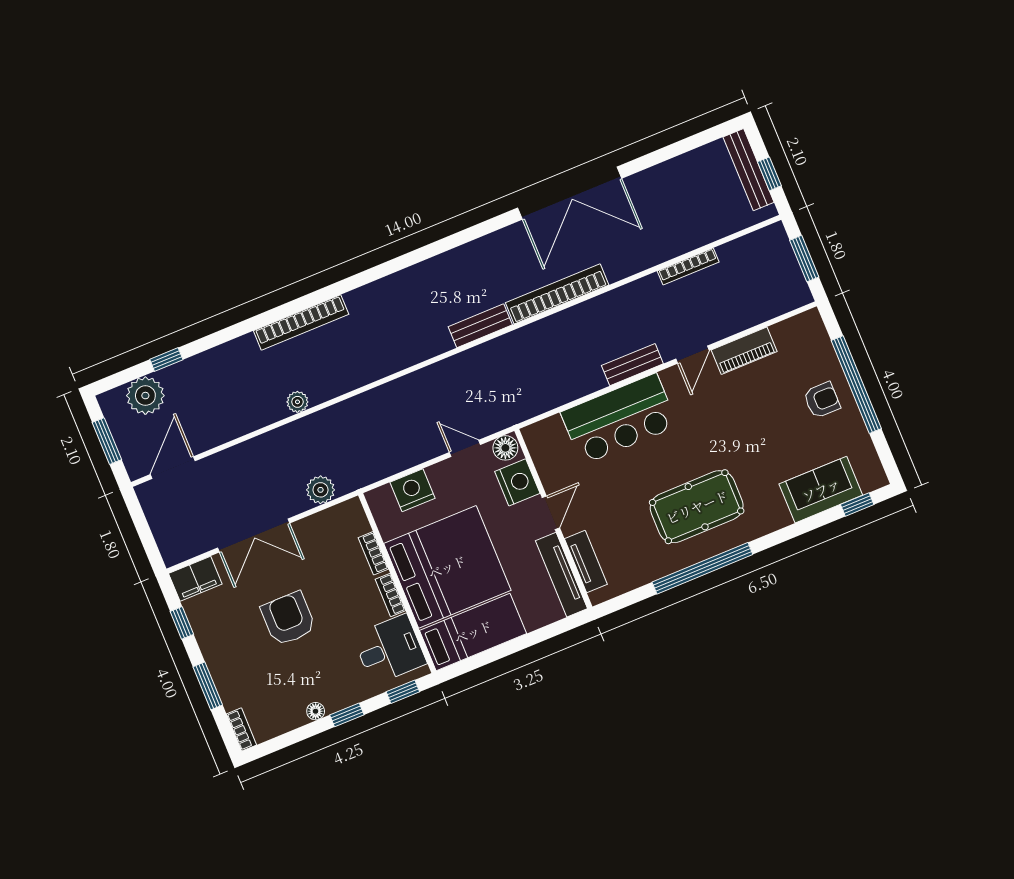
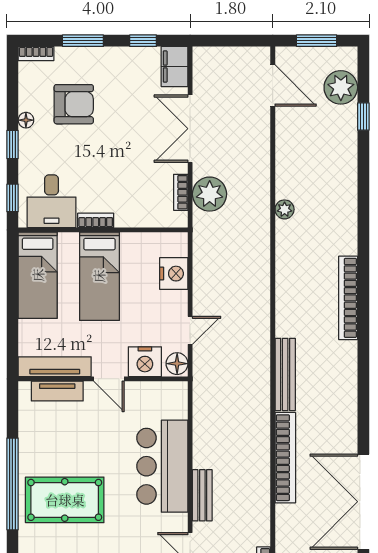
bookcase: (301, 322) -> (348, 298), moved
bench: (480, 326) -> (285, 374), width x1.36
plant: (320, 490) -> (210, 194), width x1.36, depth x1.36
pool table: (697, 507) -> (65, 500), turned 90
bookcase: (373, 553) -> (181, 192), moved, turned -90
bed: (447, 567) -> (99, 276), width x0.49
armchair: (288, 619) -> (74, 104), moved

